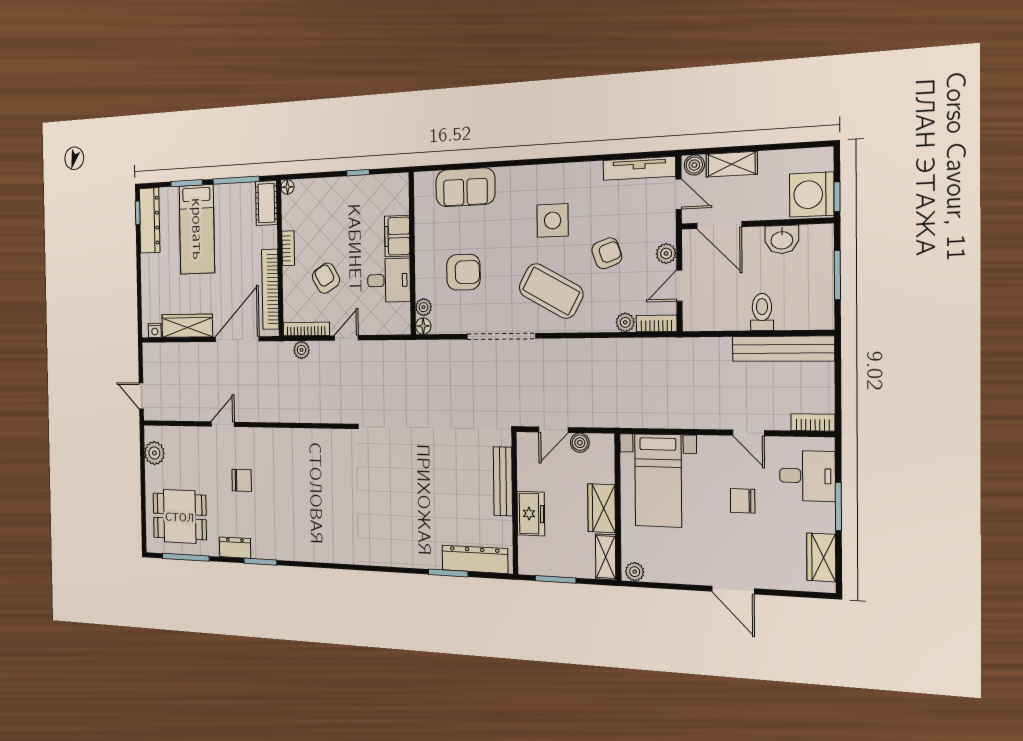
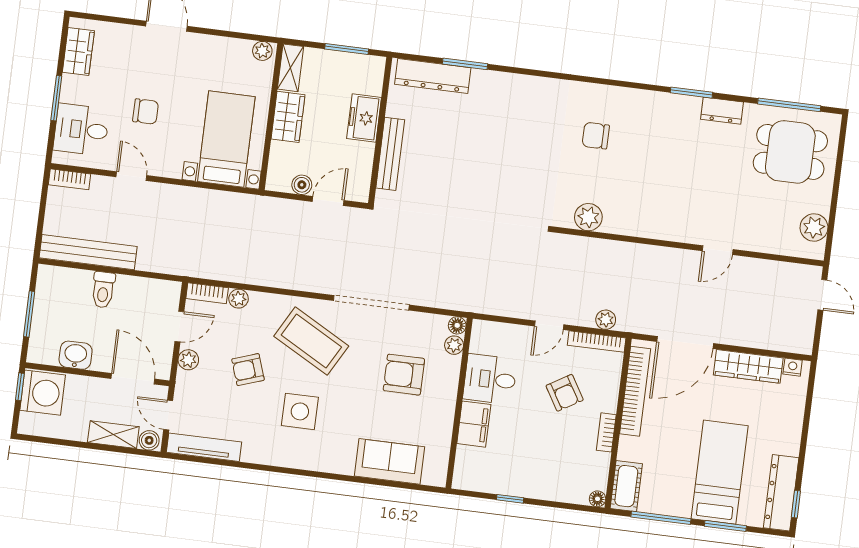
plant: (327, 441) -> (588, 217), added
chair: (242, 480) -> (596, 136), moved

